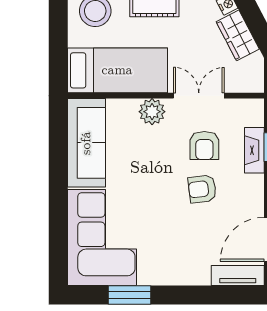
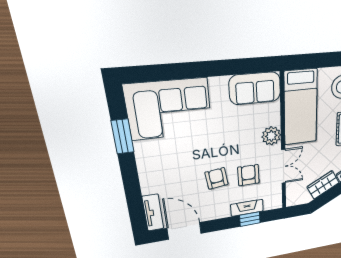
sofa: (86, 143) -> (255, 88), width x0.73
armchair: (204, 146) -> (248, 175), turned 90

